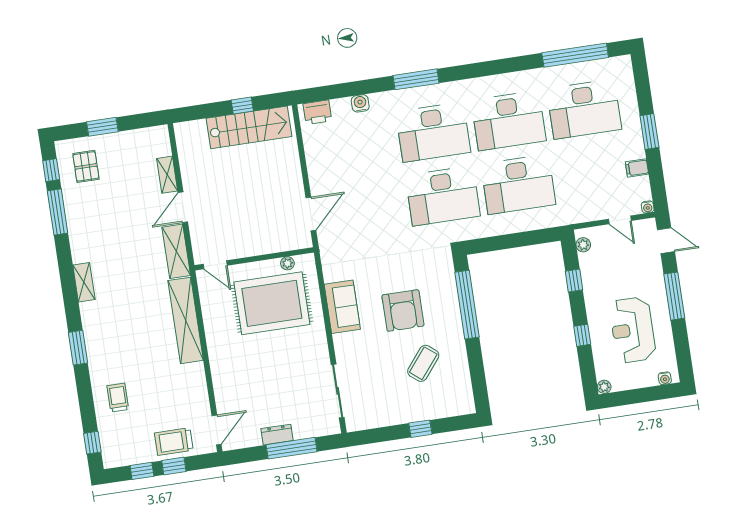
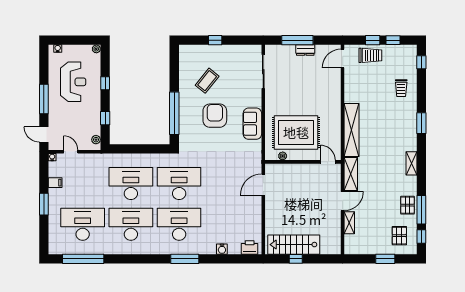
pallet: (80, 216) -> (407, 205), added

